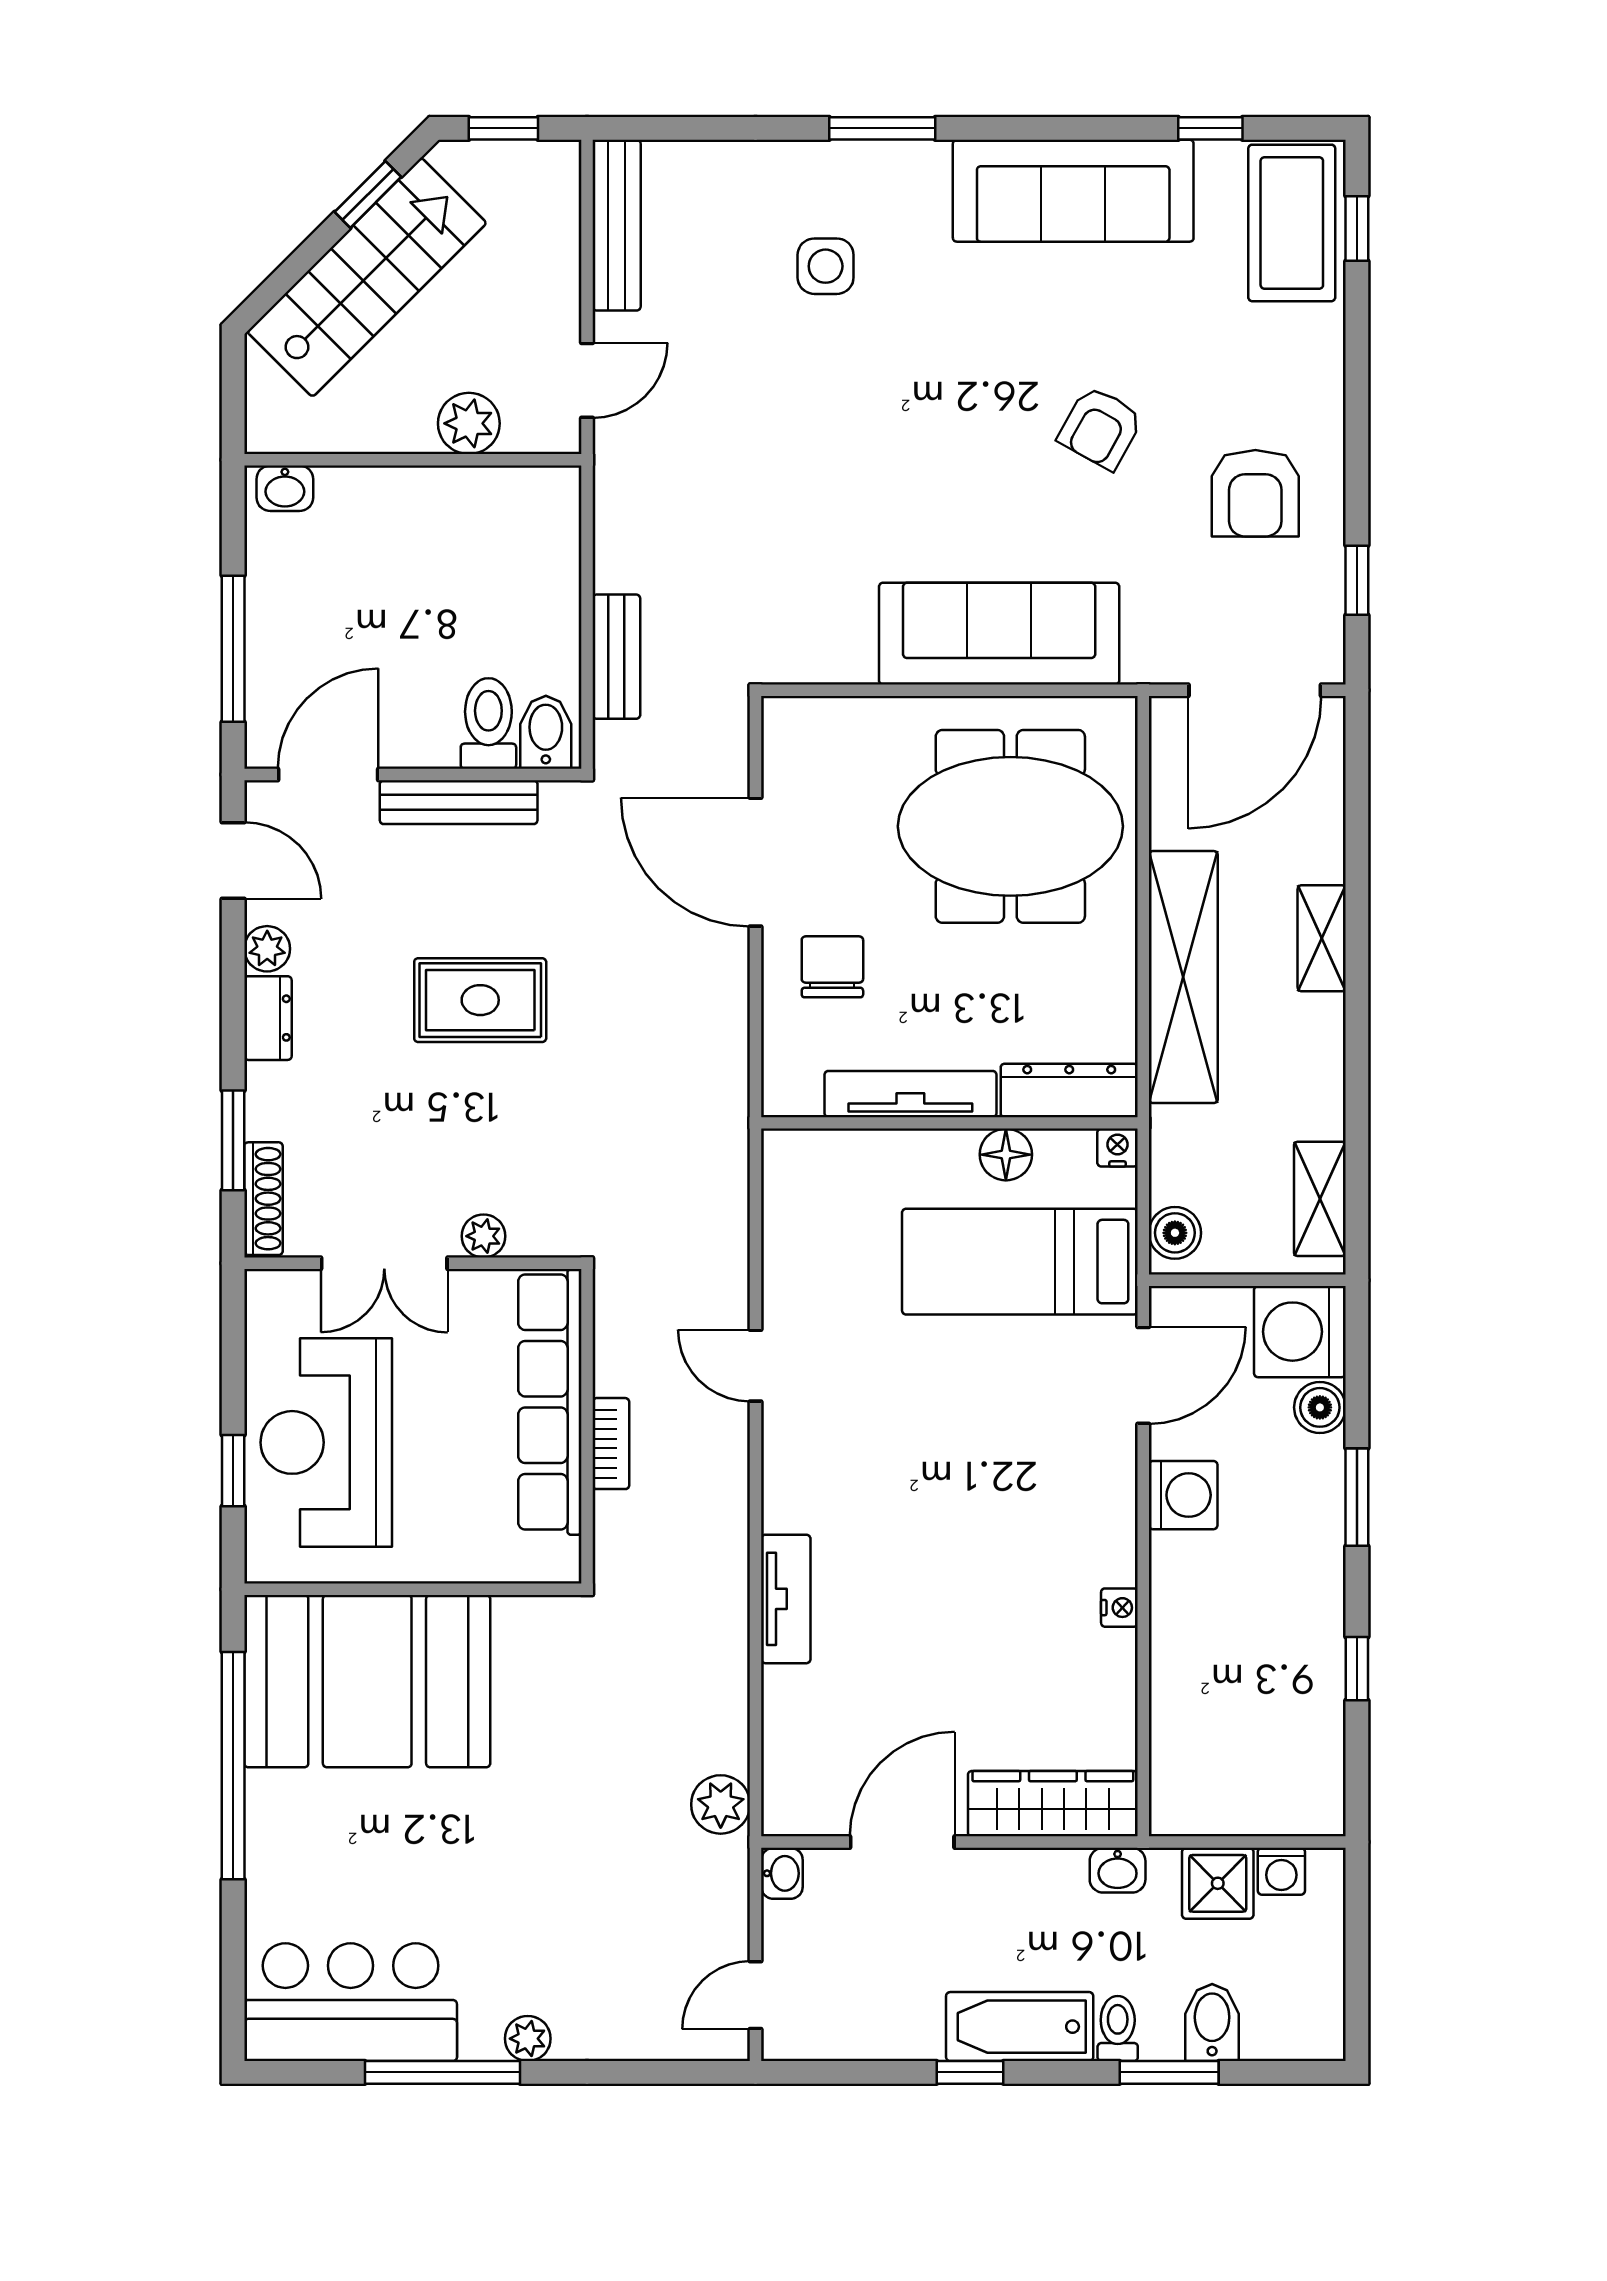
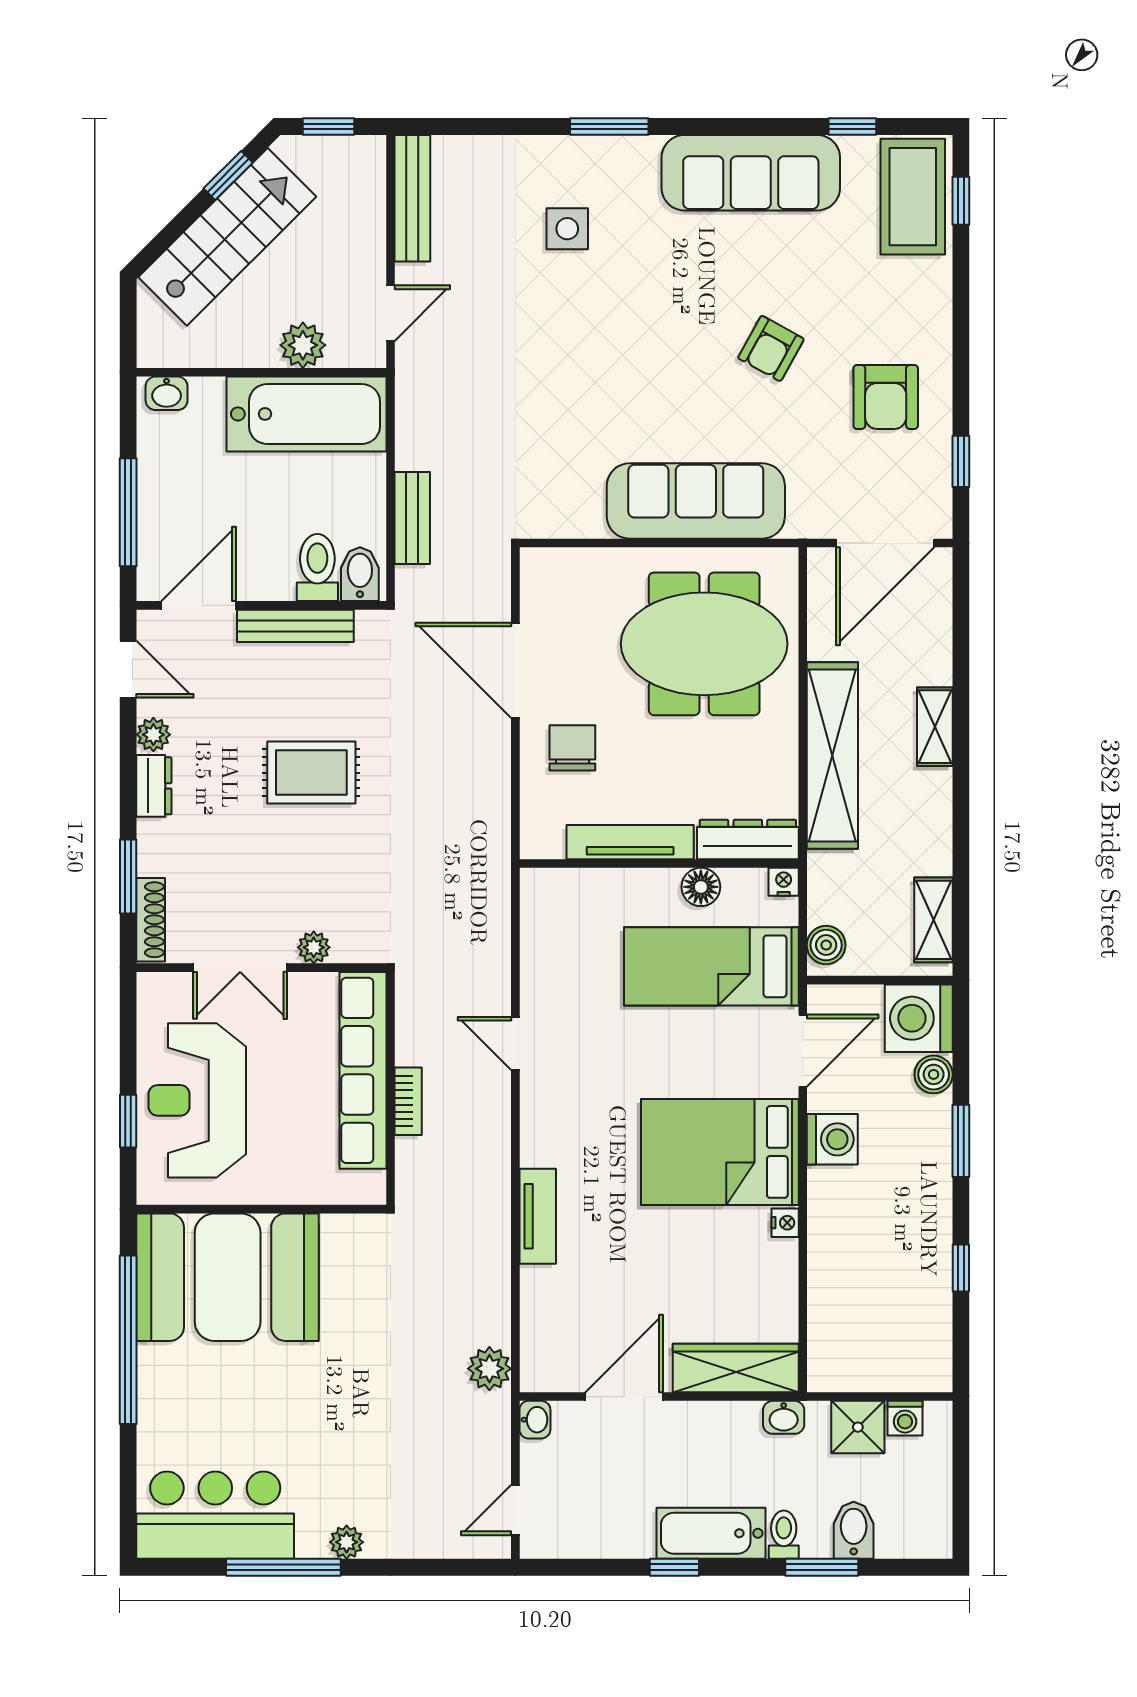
bathtub: (474, 516) -> (306, 414), added
bed: (1031, 1512) -> (720, 1152), added

